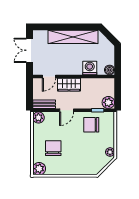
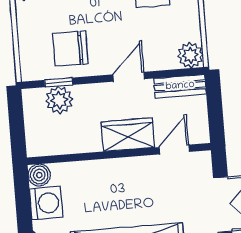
washing machine: (90, 68) -> (46, 203), moved, turned -90
plant: (108, 102) -> (59, 100), moved
chair: (91, 125) -> (70, 49), turned 180

